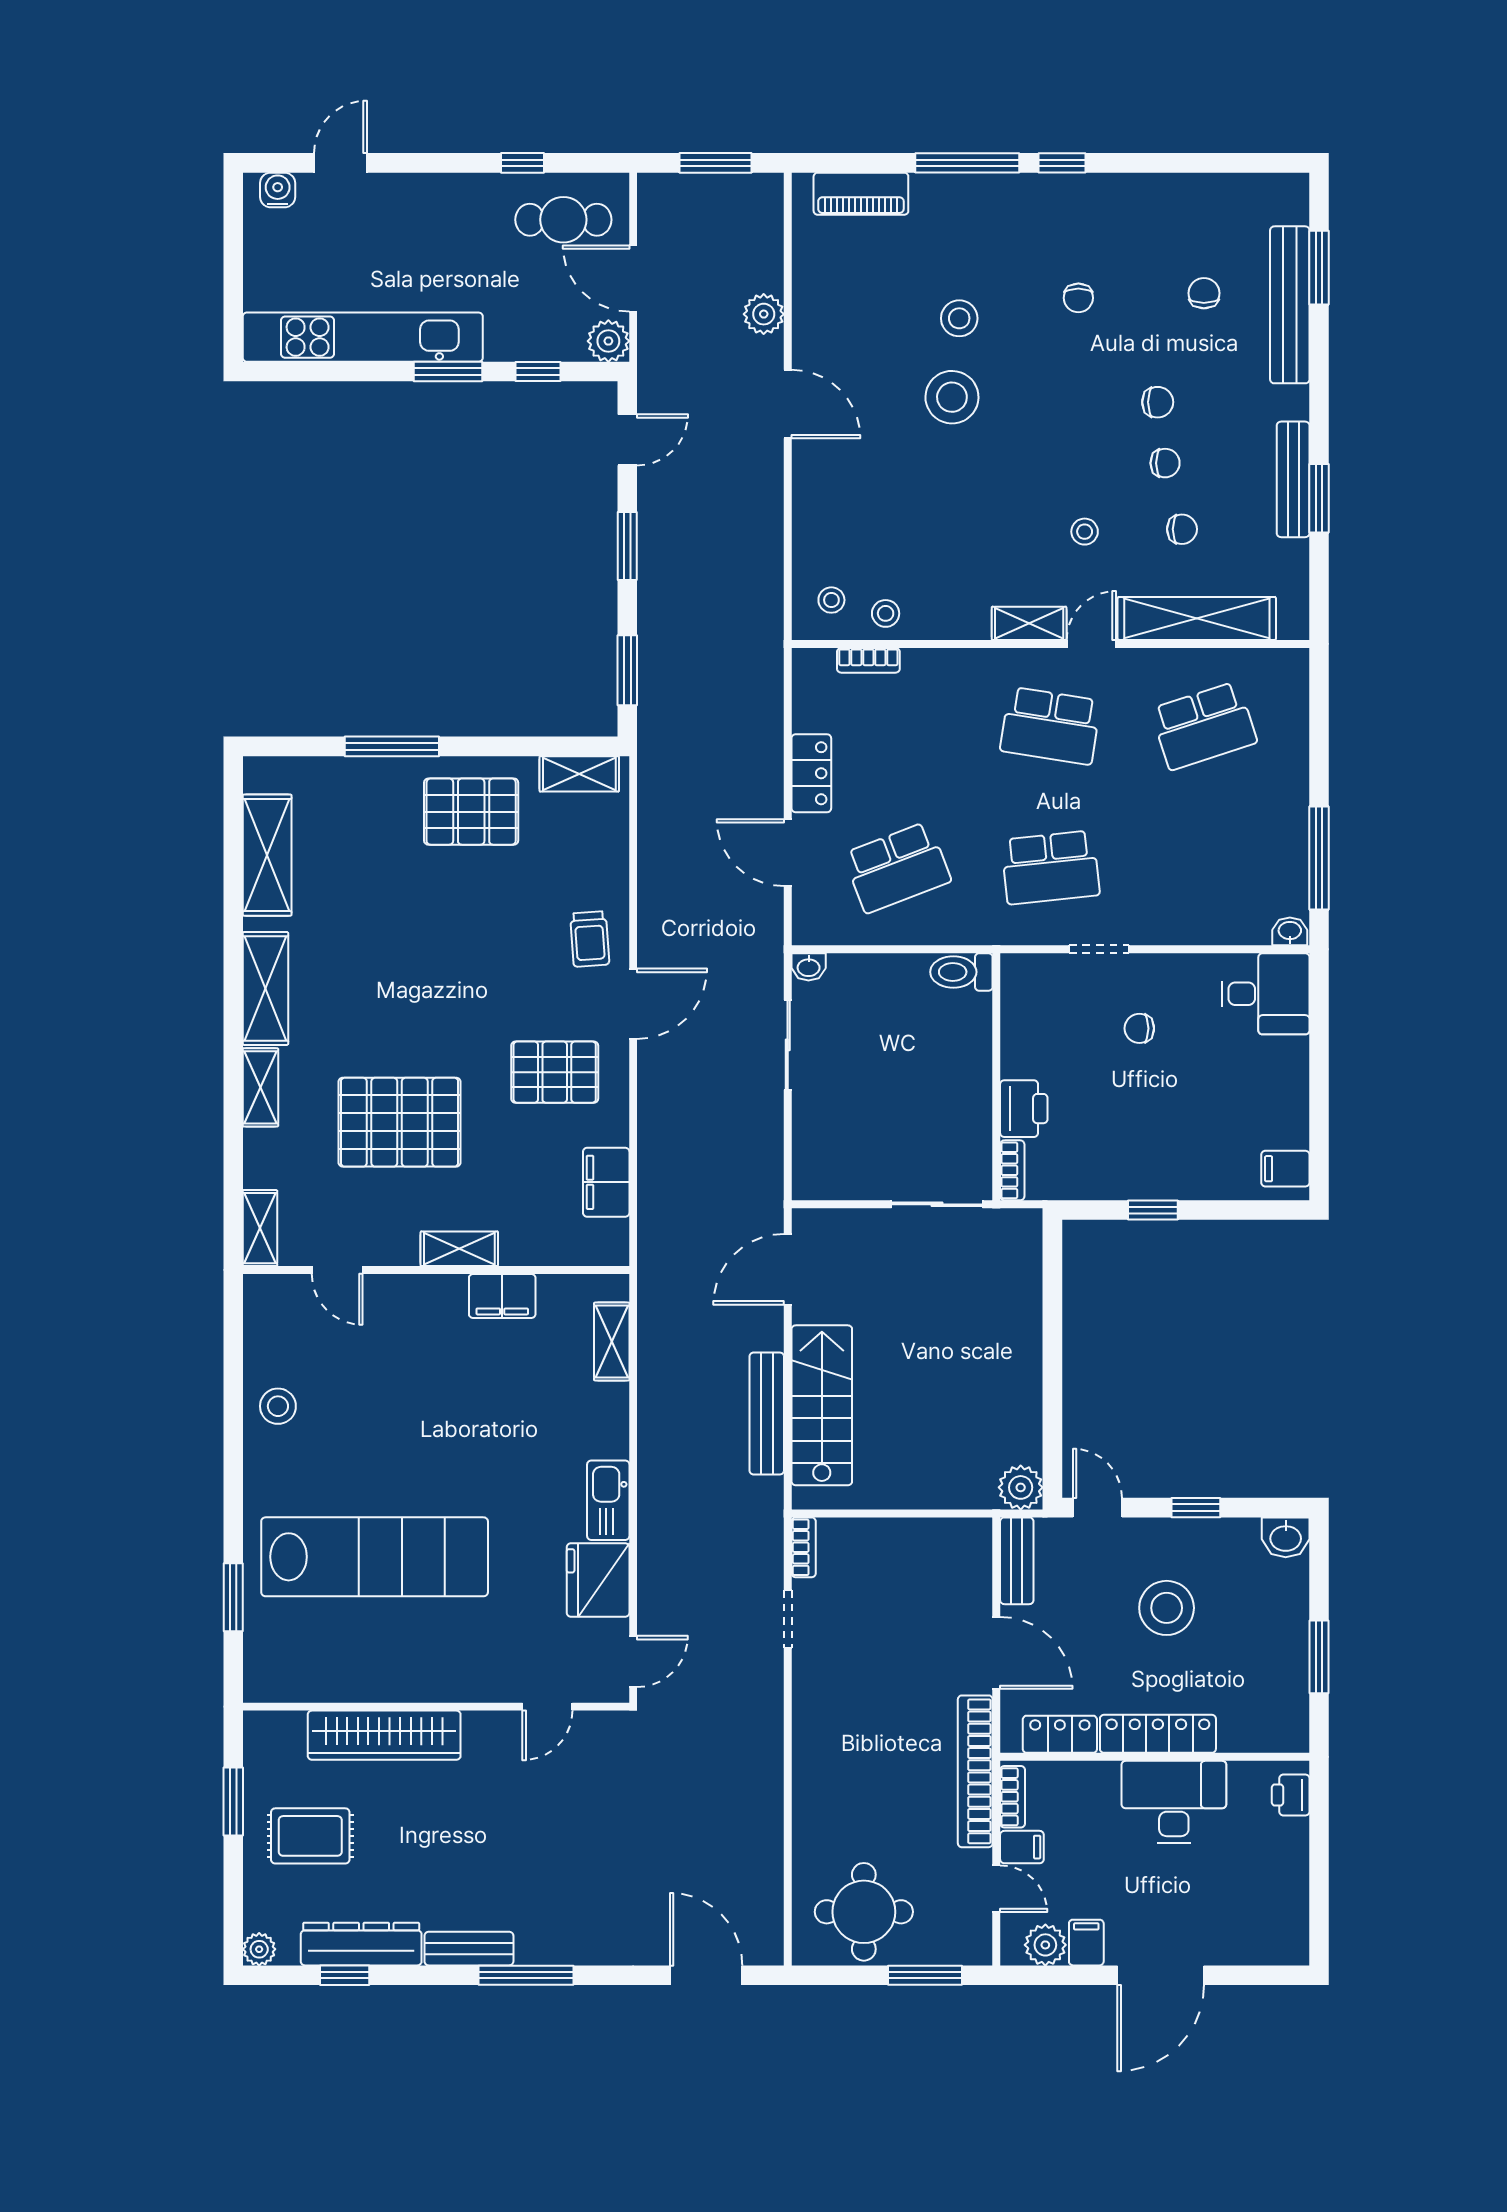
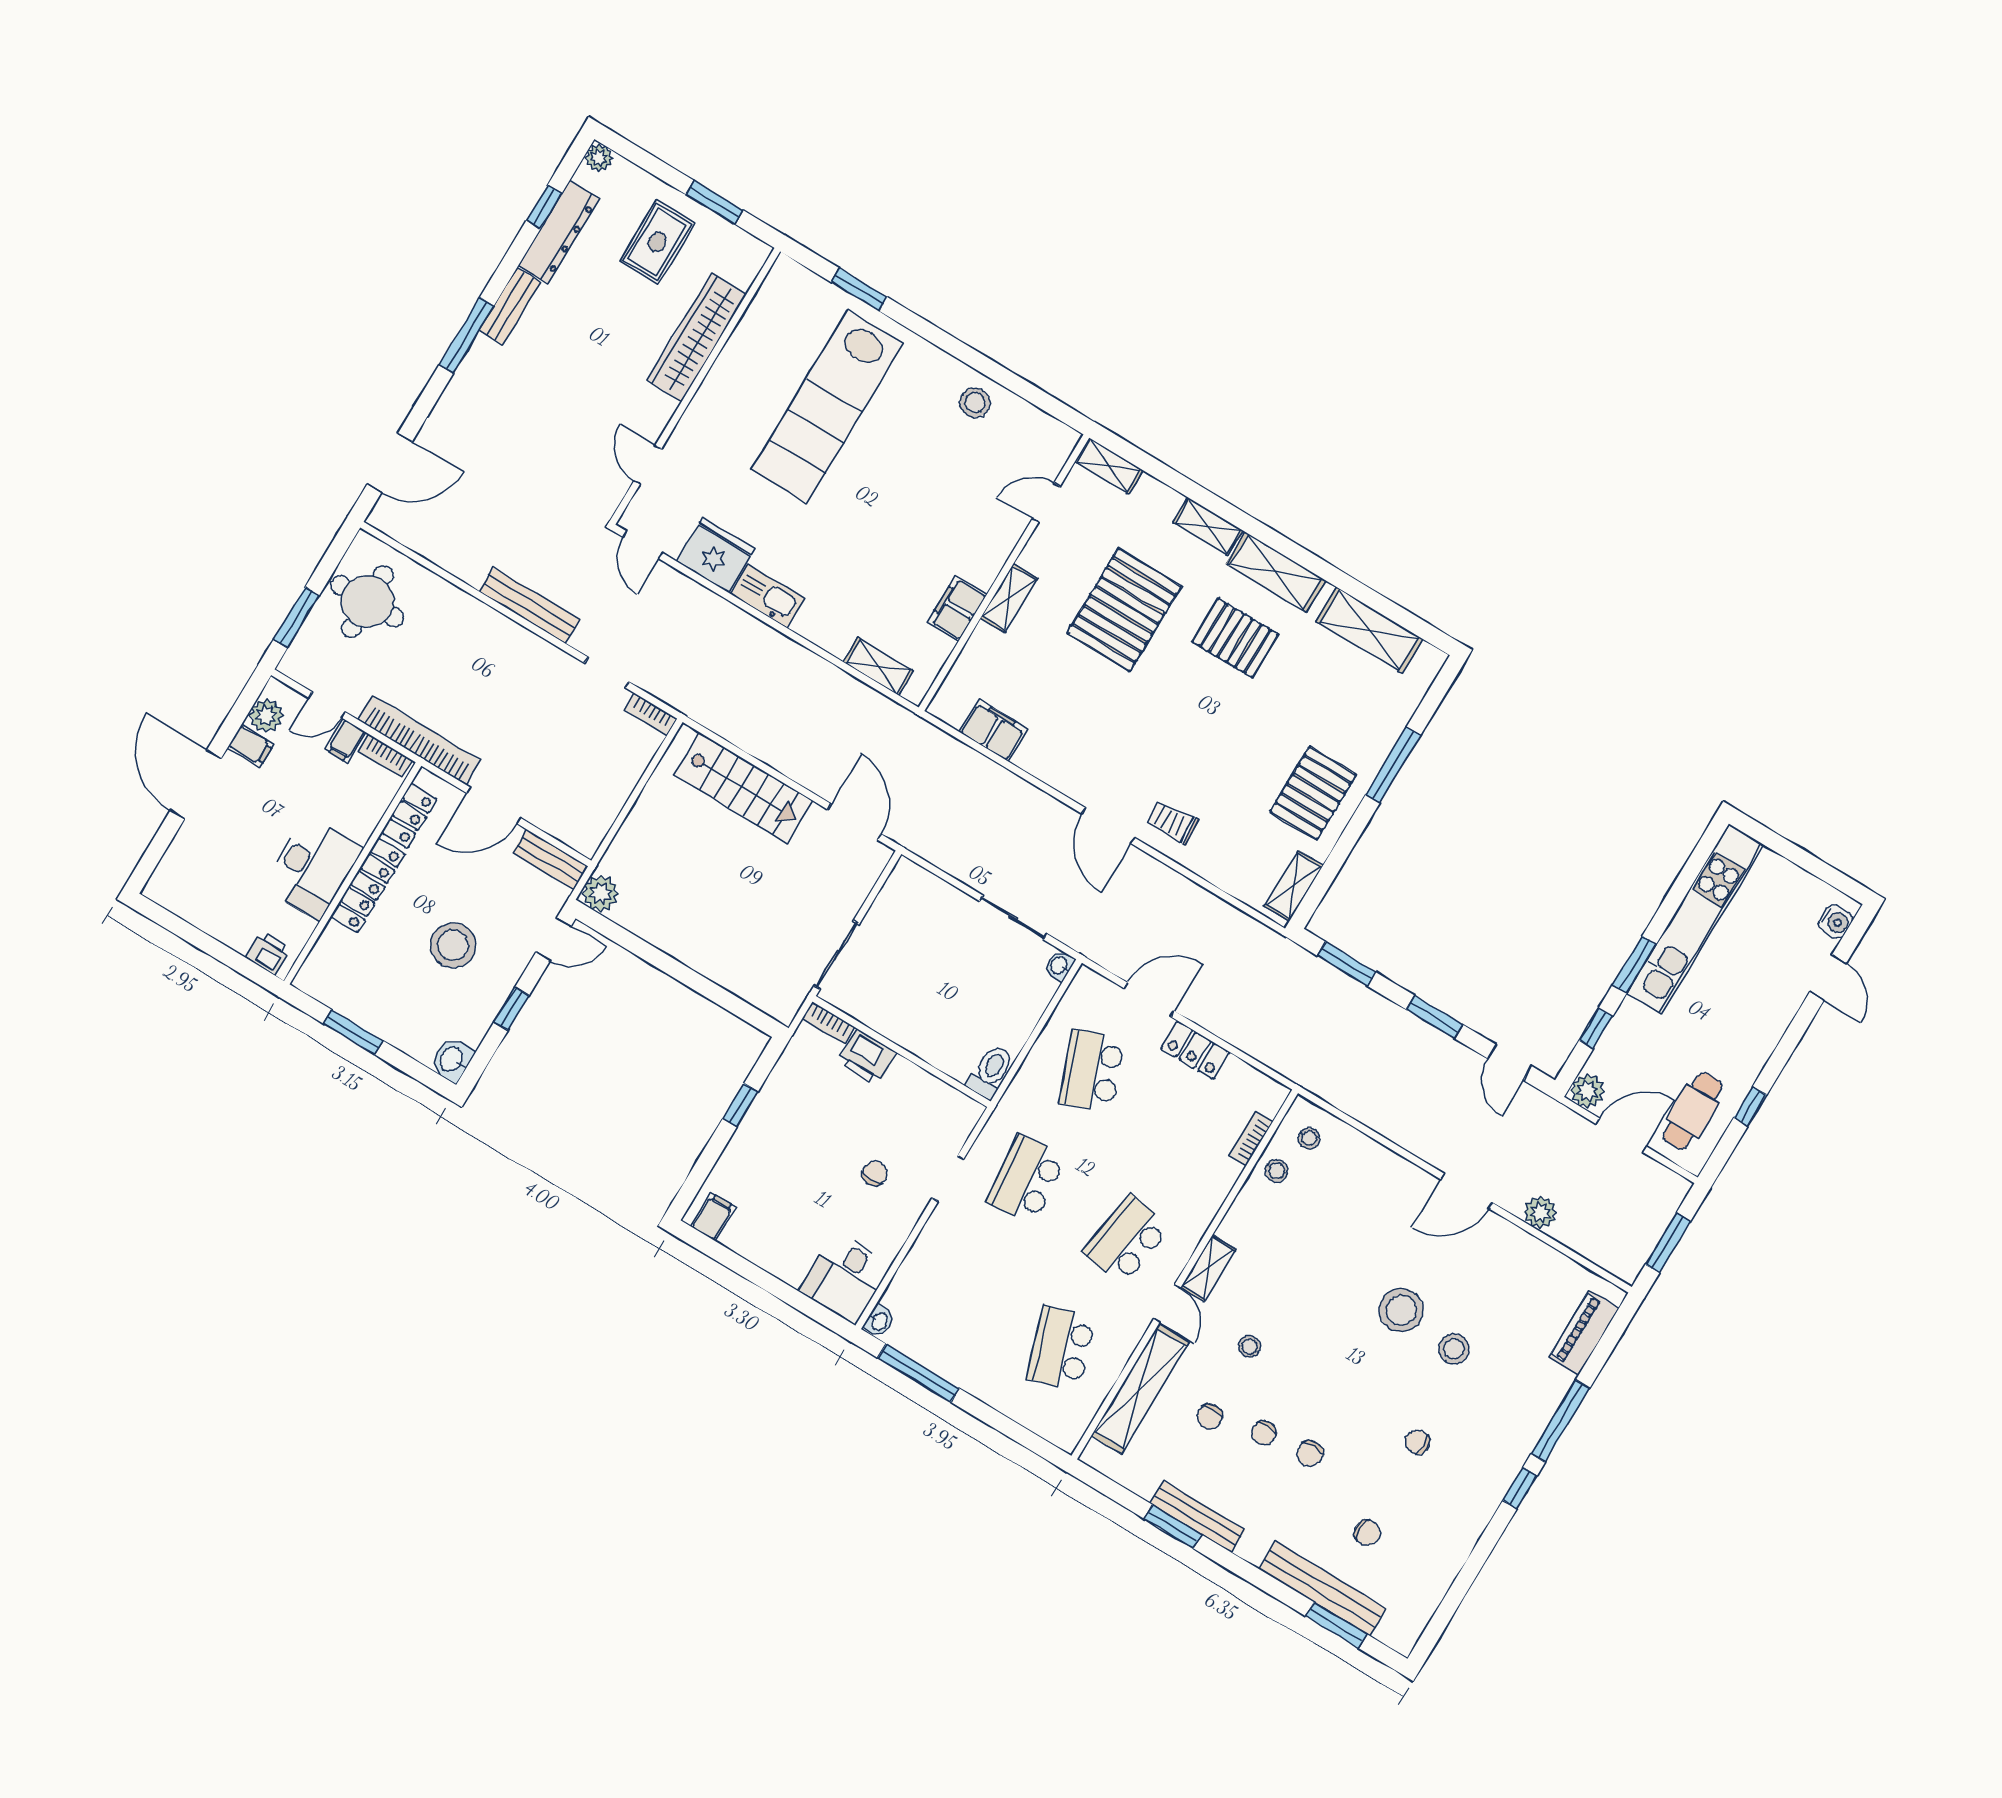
pallet: (555, 1072) -> (1235, 638), moved, turned 90
bench: (767, 1413) -> (529, 605), moved

